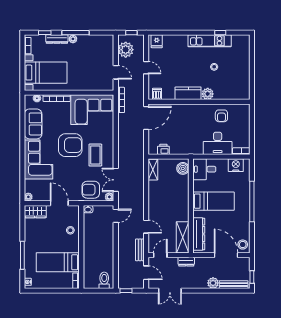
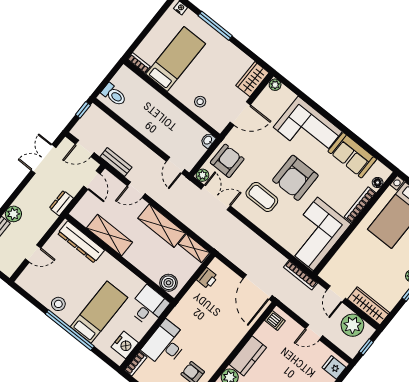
wardrobe: (108, 49) -> (369, 306), added
door: (116, 72) -> (336, 294), hinge flipped
shelving: (155, 197) -> (162, 226), added
bed: (213, 201) -> (99, 312), moved, turned 180
shelving: (183, 237) -> (109, 235), moved
stool: (243, 245) -> (58, 304), moved
door: (226, 255) -> (33, 253), width x0.53

